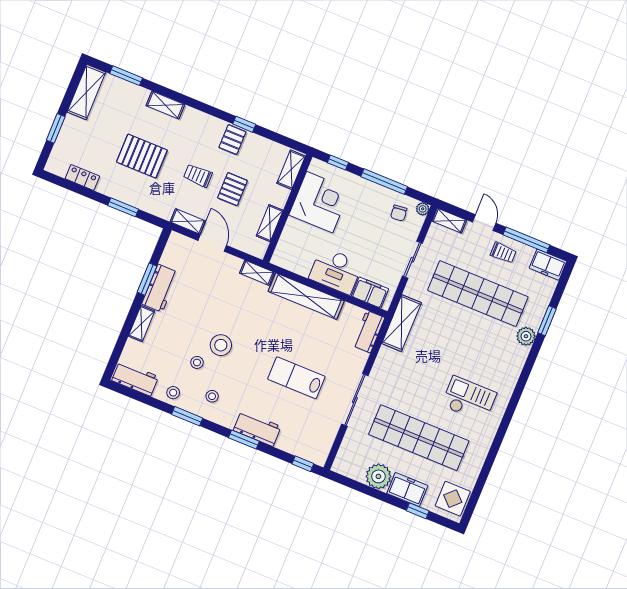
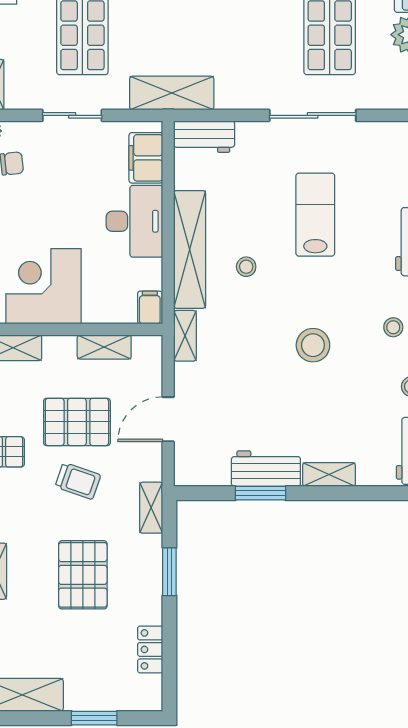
trolley: (198, 176) -> (78, 481), turned -71
pallet: (232, 189) -> (77, 422), width x1.50, depth x1.42
shelving: (188, 221) -> (151, 508), moved
filing cabinet: (282, 259) -> (150, 308), added
stool: (197, 362) -> (246, 267), moved
lab bench: (296, 378) -> (315, 215), turned 180

